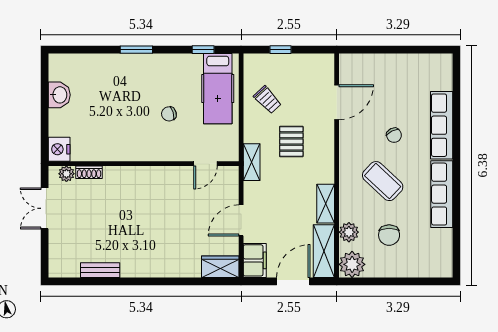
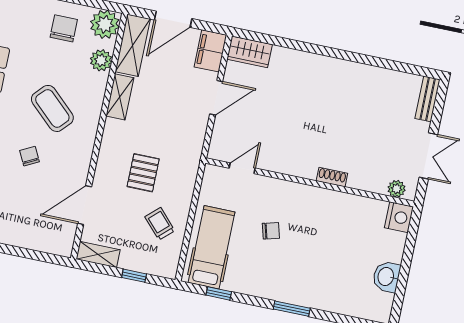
shelving: (252, 162) -> (98, 254), moved, turned 90
shoe rack: (89, 172) -> (332, 177), moved
chair: (389, 235) -> (64, 28), moved
bench: (100, 270) -> (428, 99), moved, turned 90

